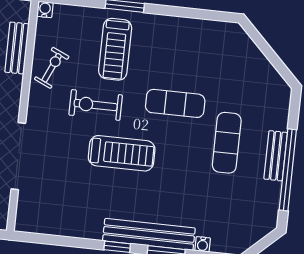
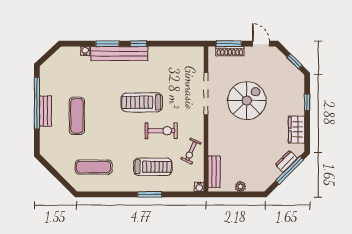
bench: (17, 48) -> (214, 172), moved
treadmill: (115, 49) -> (153, 167), turned 90
exercise mat: (175, 103) -> (94, 167), moved

